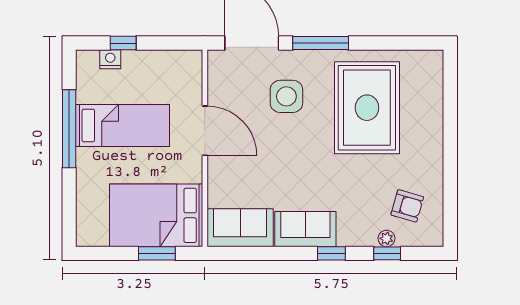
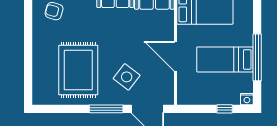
nightstand: (110, 59) -> (247, 99), moved
side table: (286, 96) -> (127, 77), turned 37

